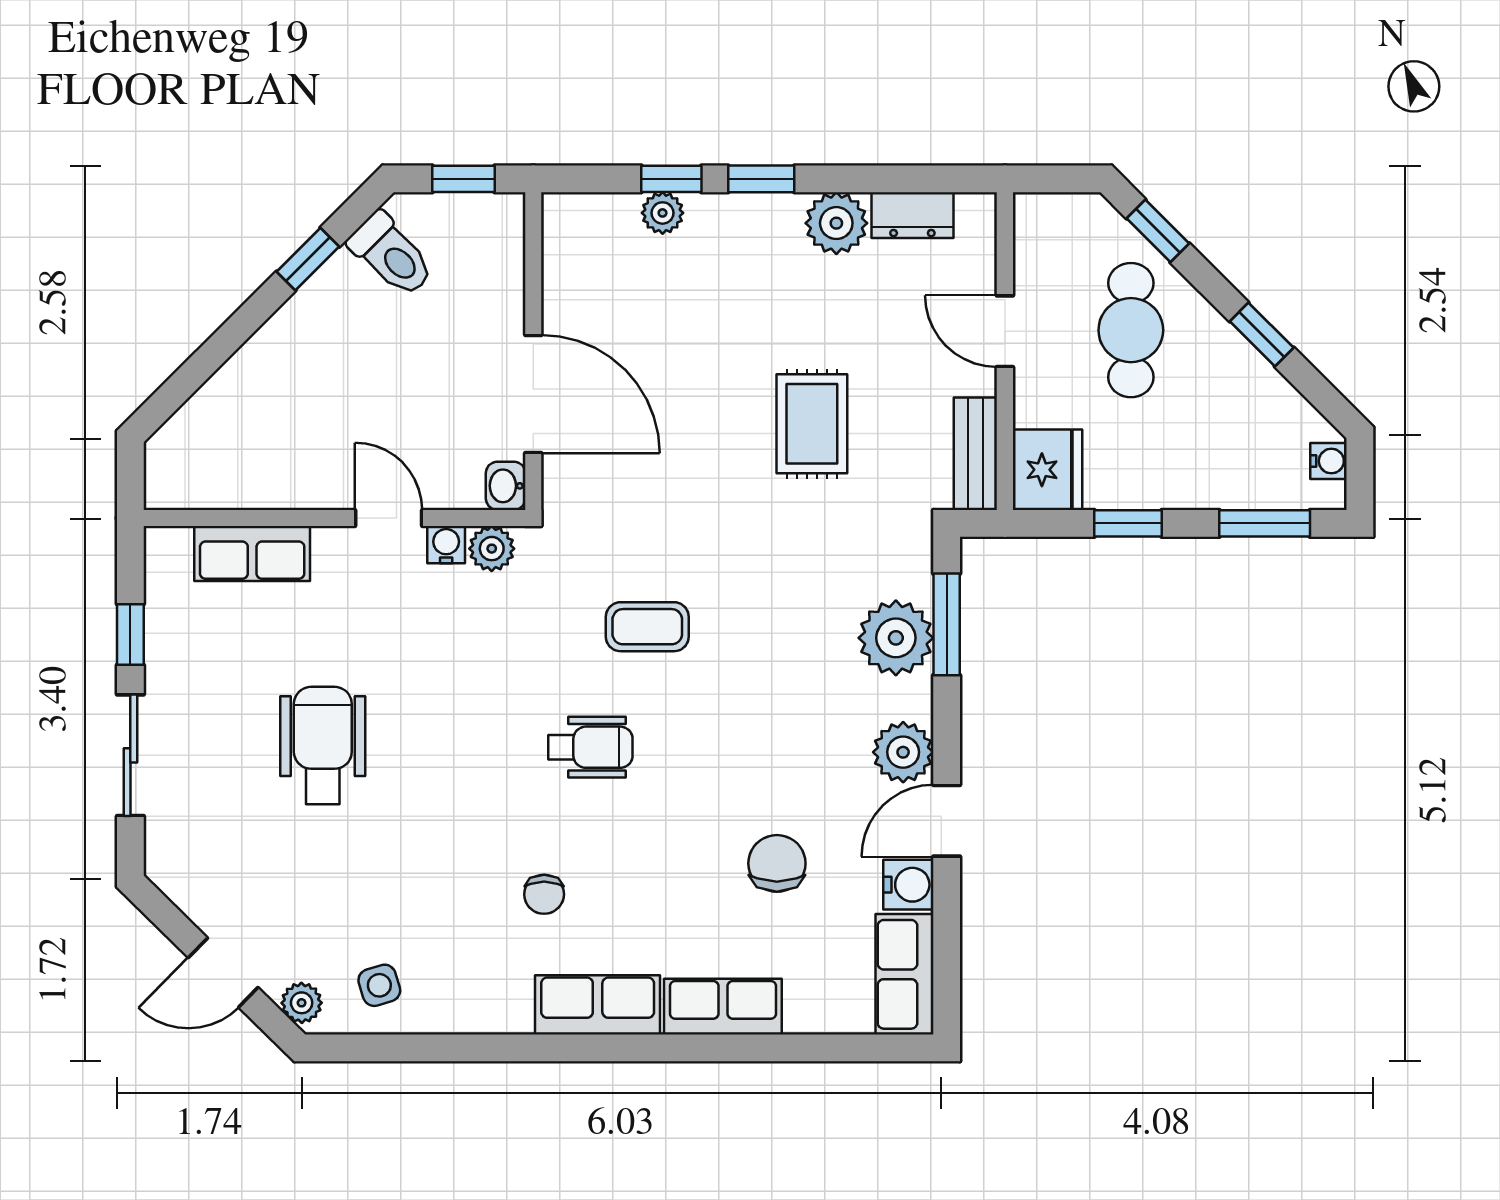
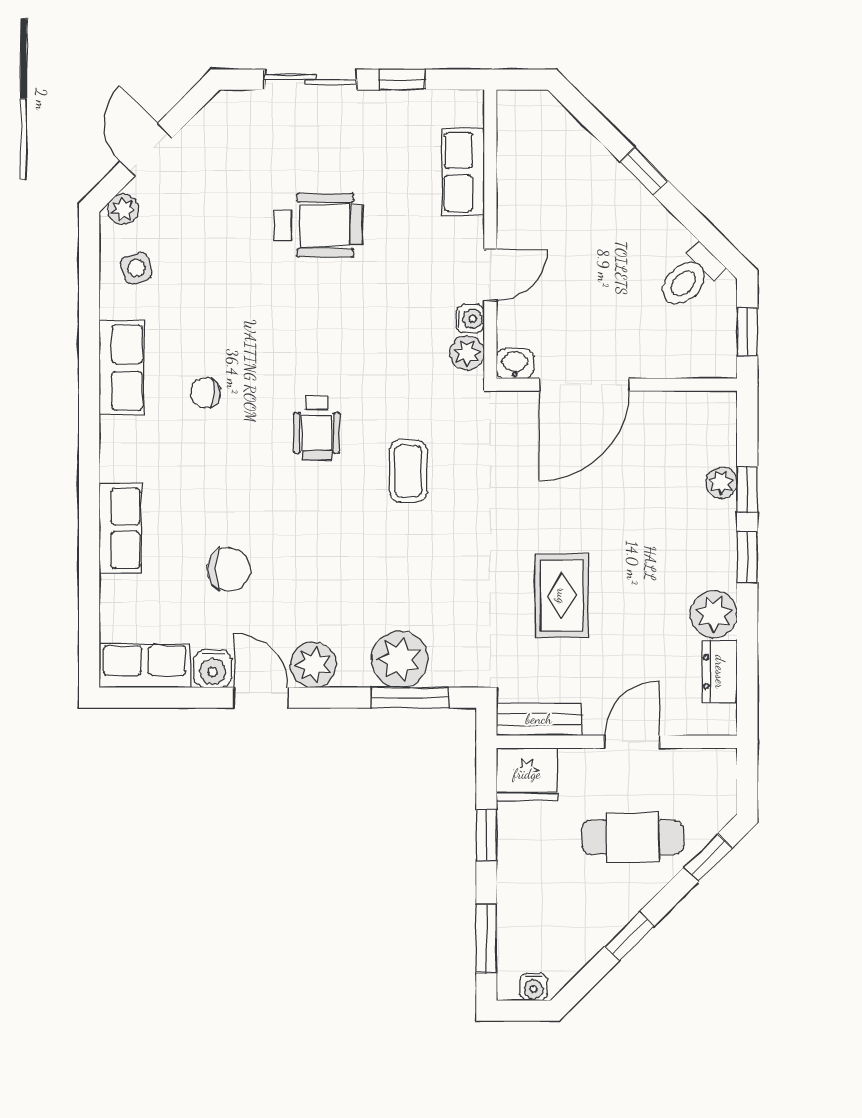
window: (308, 259) -> (644, 171), moved
rug: (812, 424) -> (562, 596), turned 90
row of seats: (598, 1005) -> (122, 368), moved

